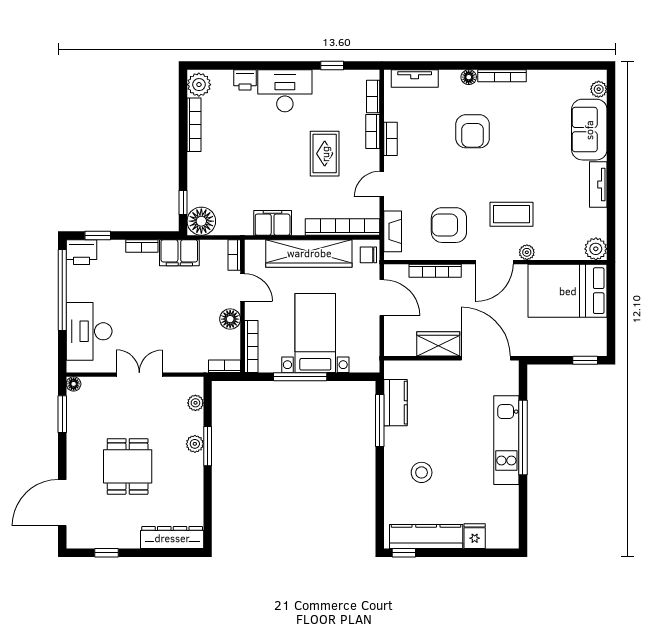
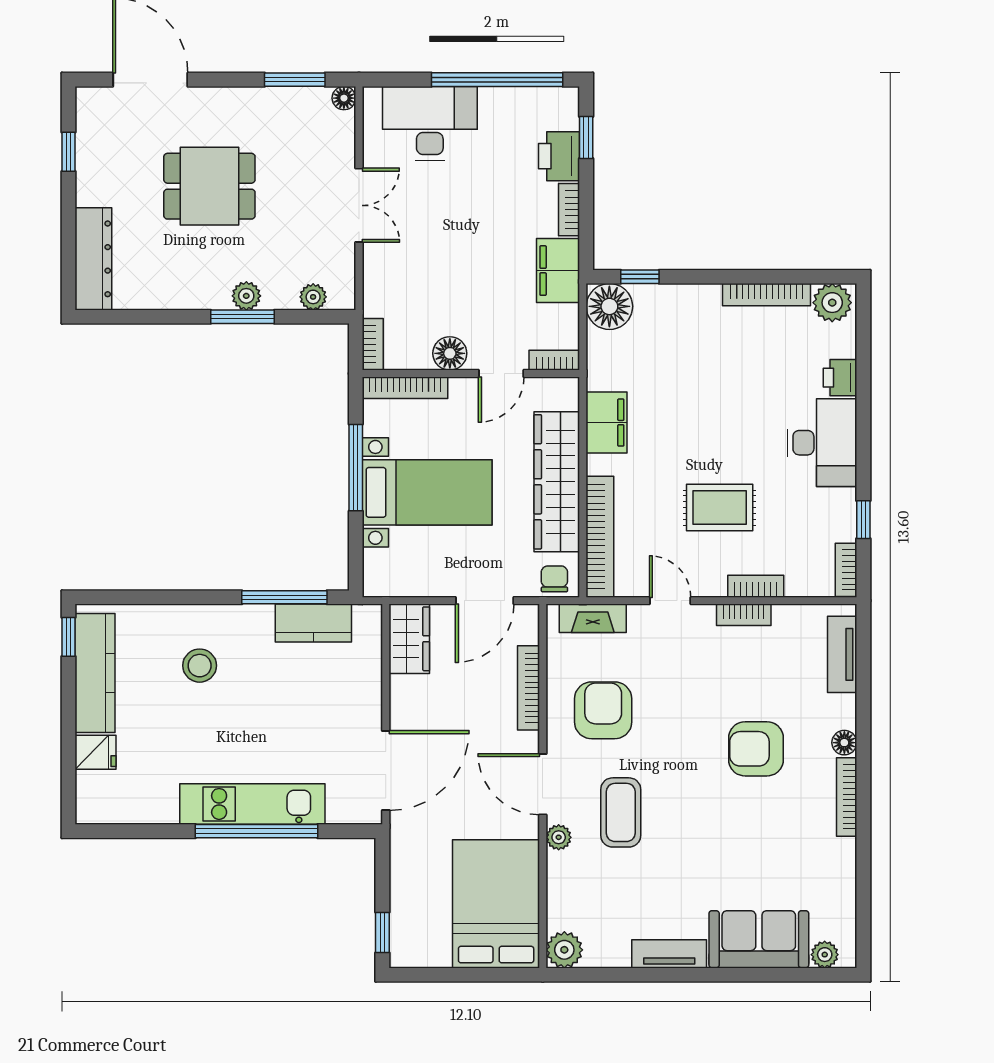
bookcase: (373, 96) -> (846, 570), moved, turned -90
printer: (81, 252) -> (559, 156), moved
wardrobe: (438, 344) -> (409, 639), moved

